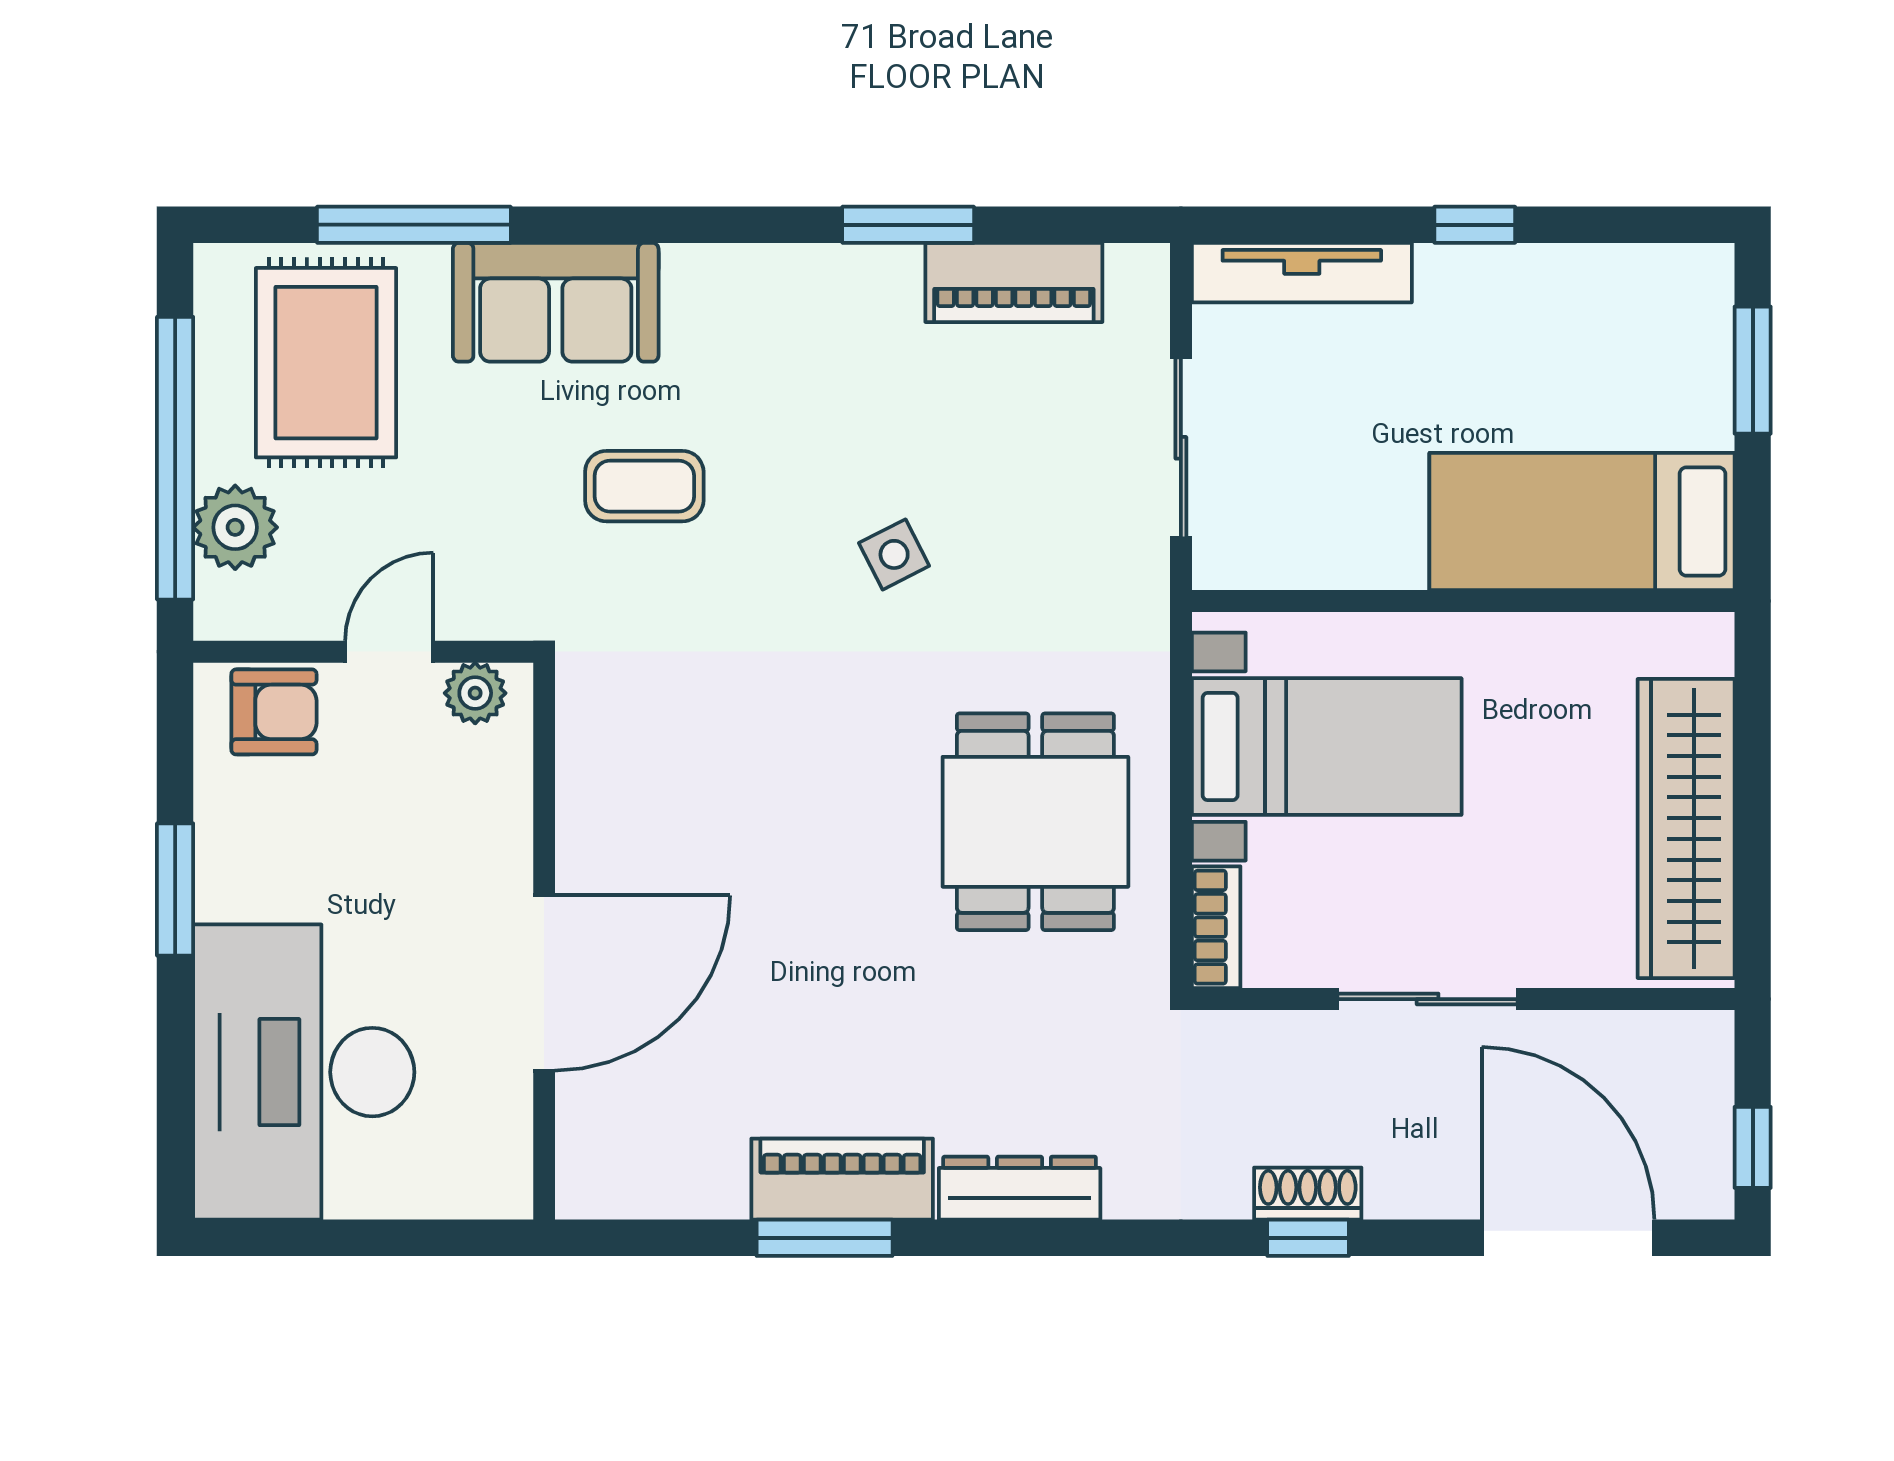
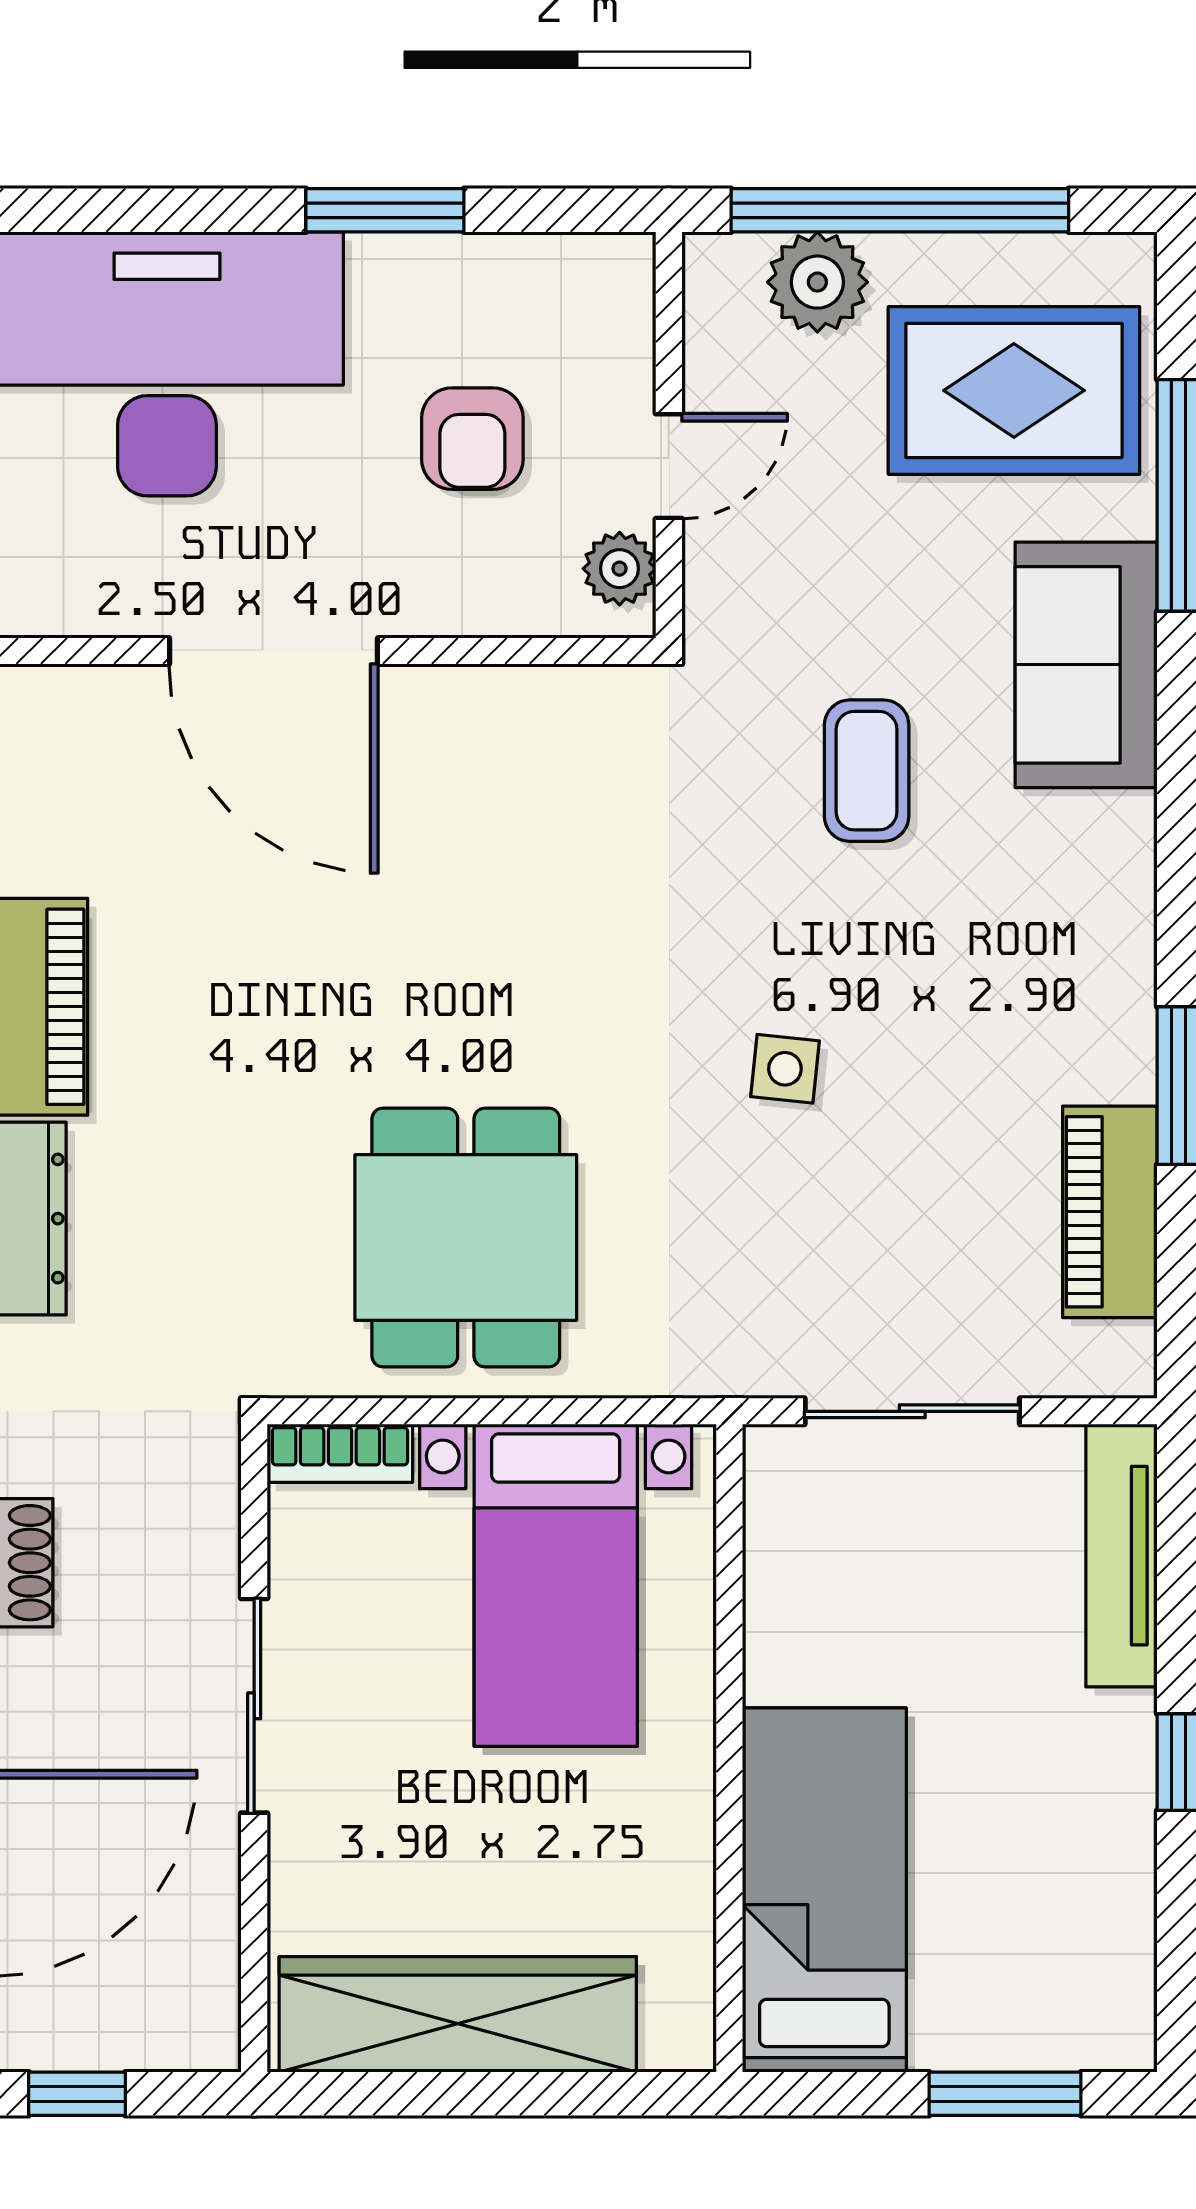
side table: (894, 554) -> (785, 1069), turned 33
door: (389, 652) -> (669, 466), hinge flipped
armchair: (274, 712) -> (472, 439), moved
dining table: (1035, 822) -> (466, 1238), turned 90

